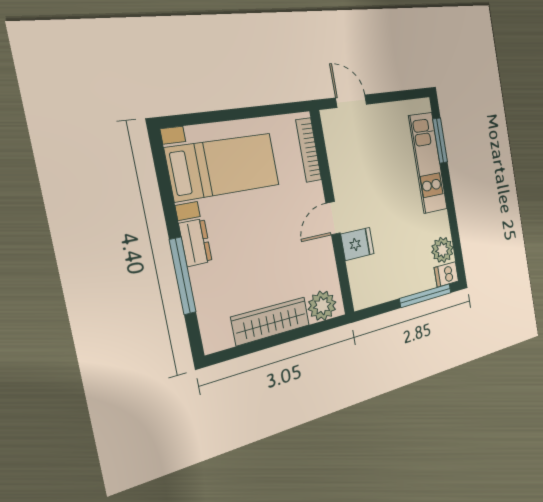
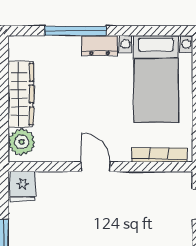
fridge: (358, 244) -> (23, 186), moved

